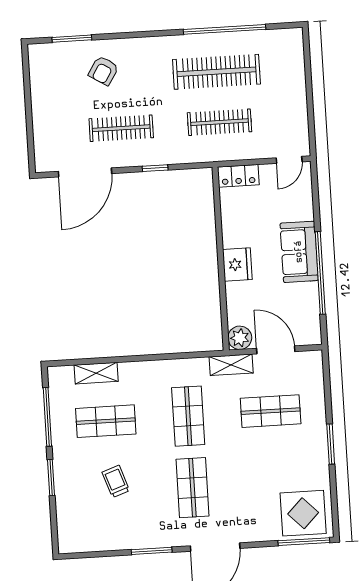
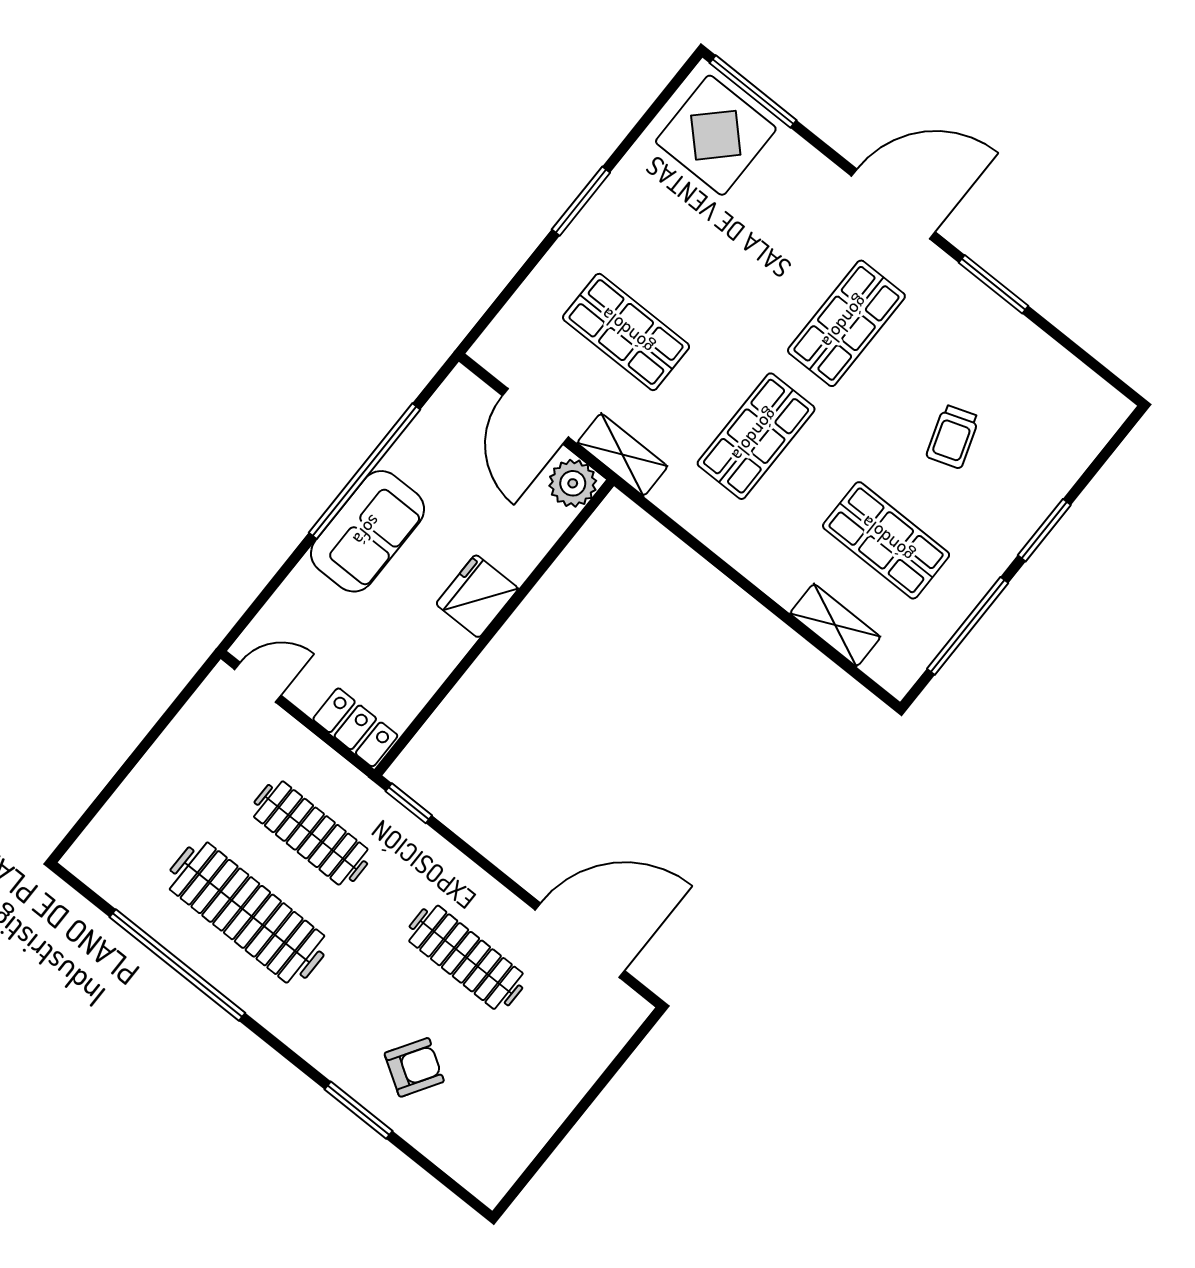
window: (72, 39) -> (359, 1110), moved
window: (155, 168) -> (409, 803), moved

